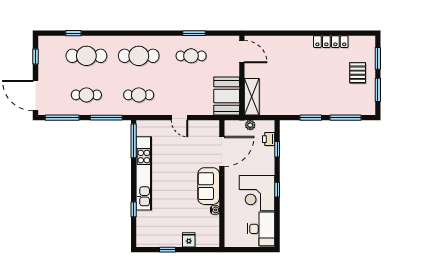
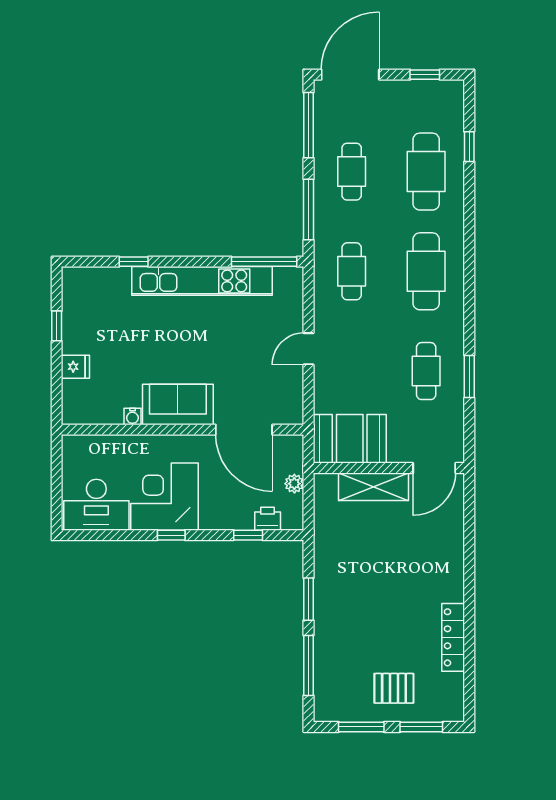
shelving: (252, 97) -> (374, 487), moved

